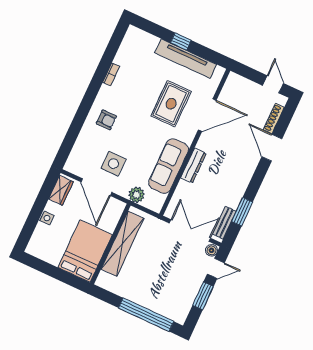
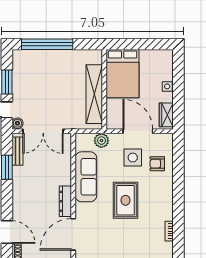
rug: (171, 104) -> (125, 200), moved
armchair: (106, 120) -> (157, 164), moved
dresser: (193, 166) -> (65, 201), moved

